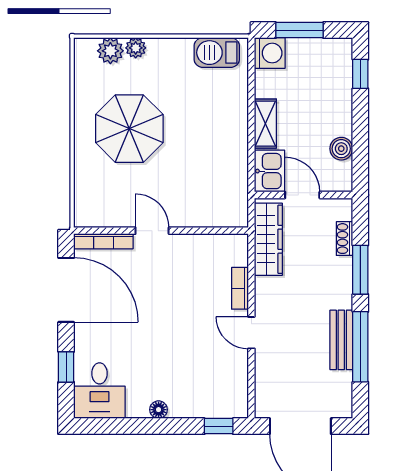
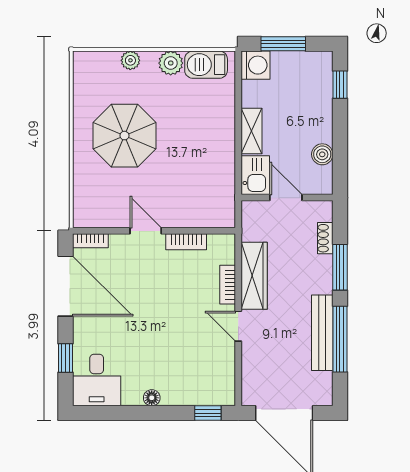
plant: (110, 51) -> (171, 63), moved
wardrobe: (268, 239) -> (254, 276), moved
bookcase: (103, 241) -> (90, 241), width x0.64
bookcase: (195, 242) -> (186, 242), added
bench: (341, 340) -> (322, 333), width x1.36

